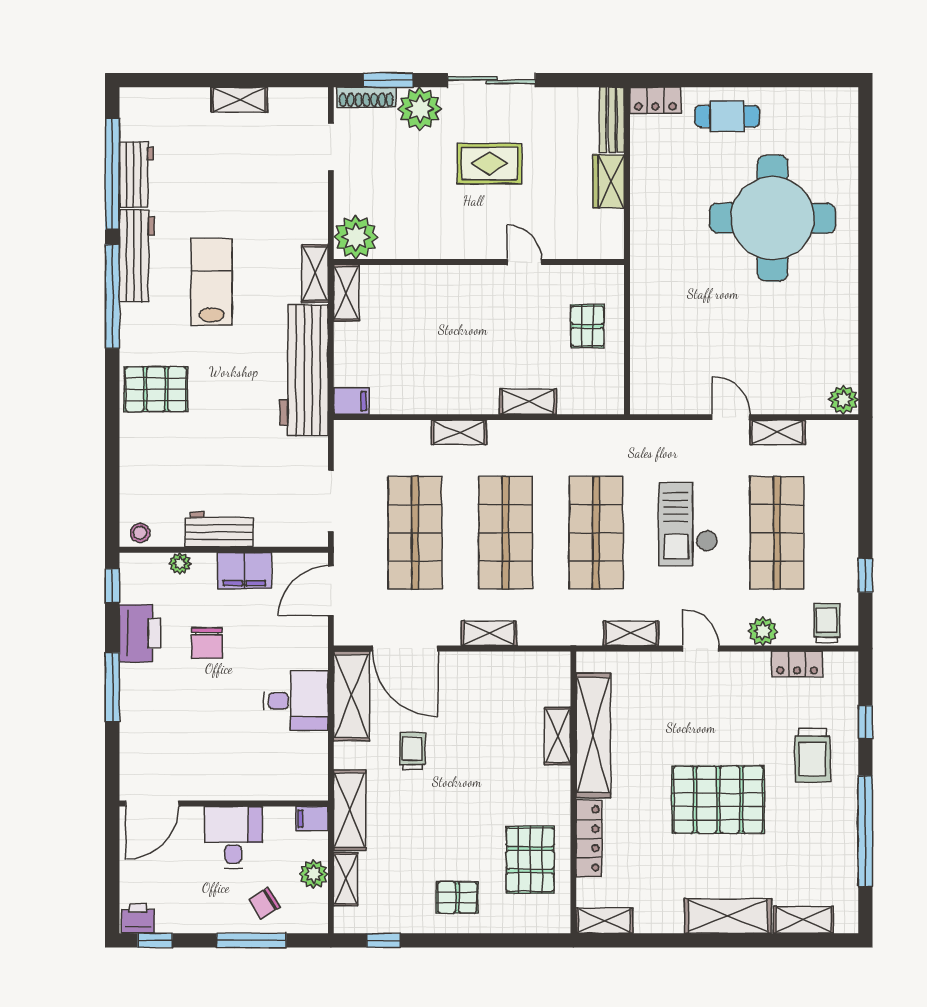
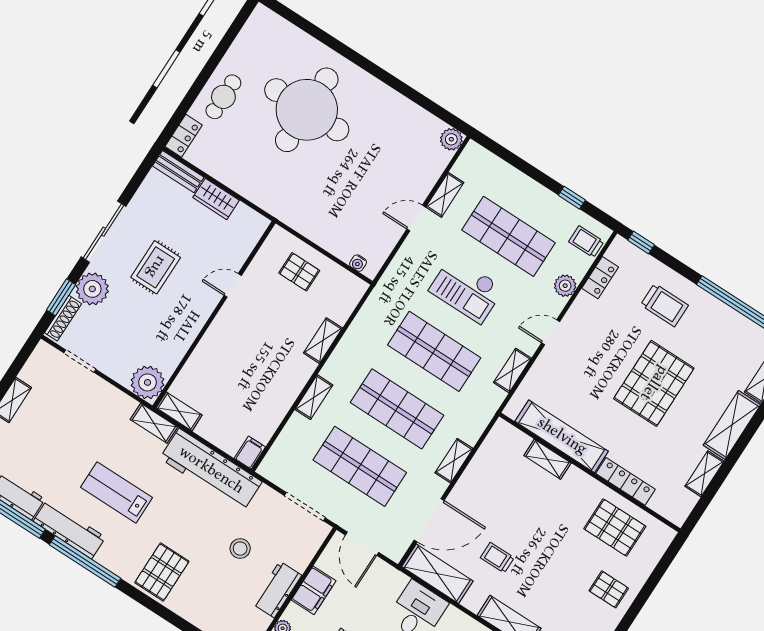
water cooler: (639, 385) -> (358, 263), added
stool: (238, 459) -> (240, 549), added
window: (865, 722) -> (641, 242), moved
pallet: (457, 897) -> (609, 589), turned 90
shelving: (604, 921) -> (704, 474), moved

